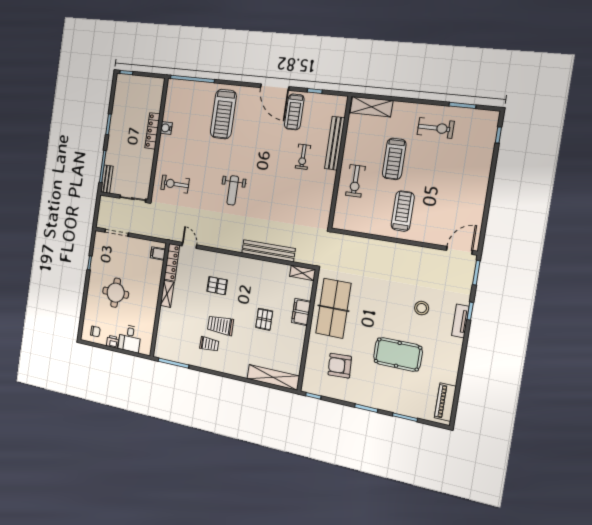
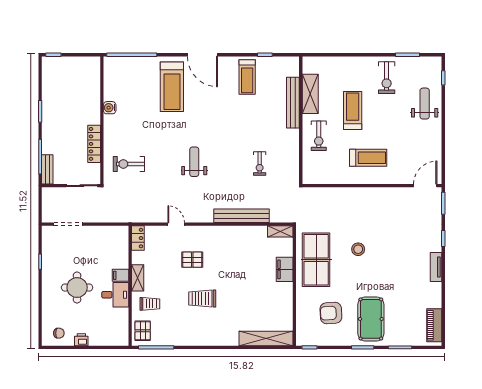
door: (275, 87) -> (202, 55), moved
shelving: (371, 107) -> (310, 94), moved, turned 90
exercise bike: (436, 128) -> (387, 78), turned 90
locker: (152, 131) -> (94, 144), moved
exercise bike: (303, 157) -> (260, 163), moved
treadmill: (394, 159) -> (353, 110), turned 180
weight bench: (473, 161) -> (425, 104), added
weight bench: (233, 190) -> (194, 162), turned 180
treadmill: (403, 211) -> (368, 158), turned 90
door: (189, 245) -> (176, 224), moved
filing cabinet: (158, 253) -> (120, 275), moved
locker: (172, 262) -> (138, 238), width x0.66
stool: (422, 308) -> (358, 249), moved
pallet: (264, 319) -> (143, 331), moved
tv unit: (460, 321) -> (436, 267), moved
desk: (130, 339) -> (115, 295), moved, turned -90
trolley: (209, 344) -> (150, 304), moved
pool table: (398, 354) -> (371, 319), moved, turned 90

